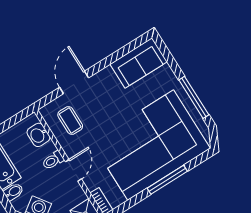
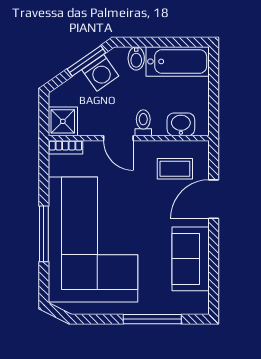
sofa: (139, 63) -> (191, 259), moved
door: (74, 82) -> (214, 199), swing flipped
window: (194, 97) -> (152, 319), moved

